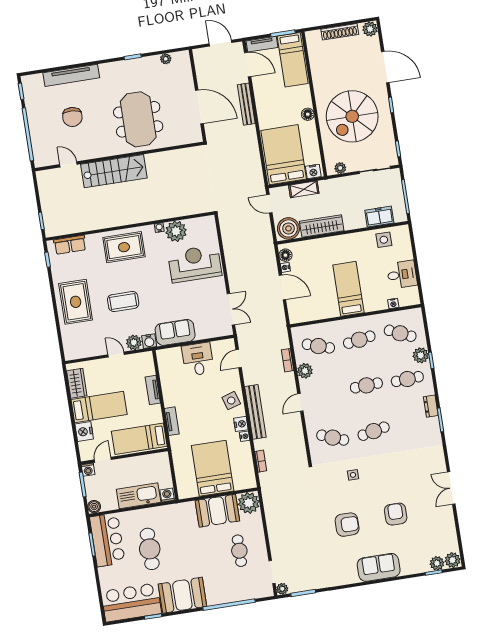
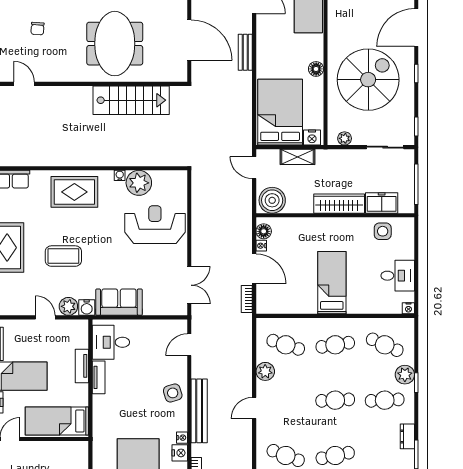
door: (385, 67) -> (416, 28), swing flipped
bench: (246, 104) -> (245, 52), width x0.73
spiral stairs: (352, 116) -> (368, 80), turned 180
chair: (72, 117) -> (38, 29), width x0.54, depth x0.54
stairs: (114, 171) -> (131, 100), moved
wardrobe: (322, 226) -> (339, 204), moved
nightstand: (393, 303) -> (408, 308), moved
desk: (198, 359) -> (111, 342), moved, turned -90
bookcase: (288, 360) -> (247, 299), moved
tv unit: (172, 421) -> (99, 377), moved
nightstand: (241, 424) -> (180, 453), moved

